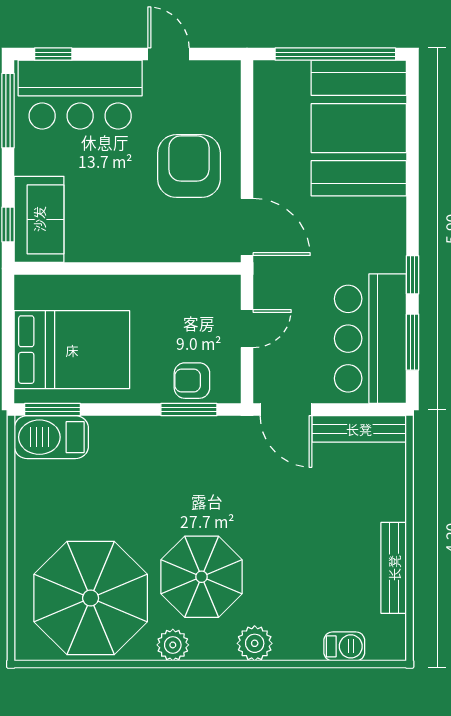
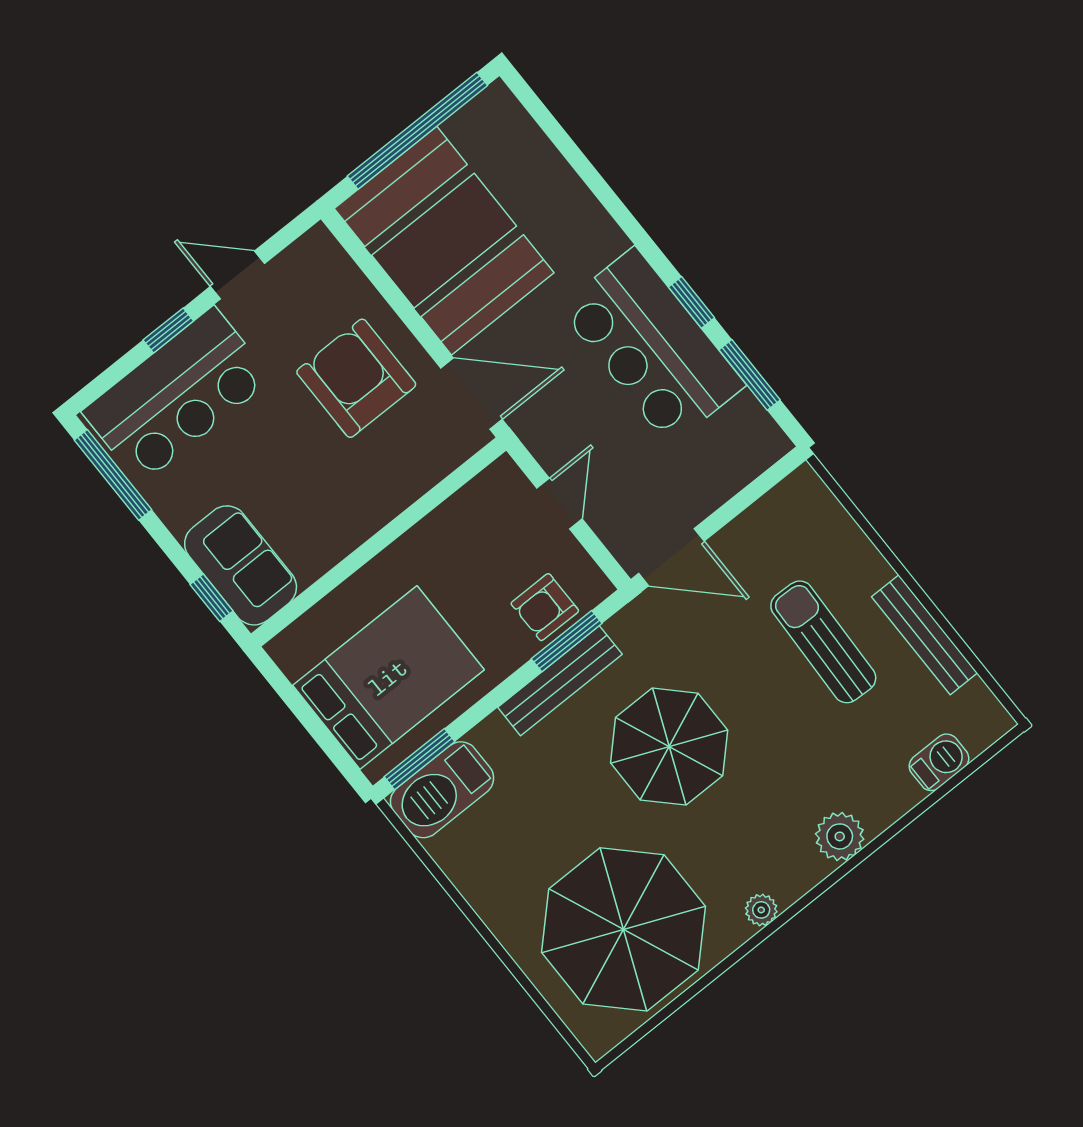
window: (53, 54) -> (168, 330), moved
booth: (359, 128) -> (444, 241), moved
bar counter: (370, 339) -> (652, 346), moved
bench: (359, 429) -> (560, 681), moved
sun lounger: (333, 526) -> (823, 642), added
parasol: (202, 577) -> (669, 747), moved
plant: (173, 645) -> (761, 910), width x0.73, depth x0.73

